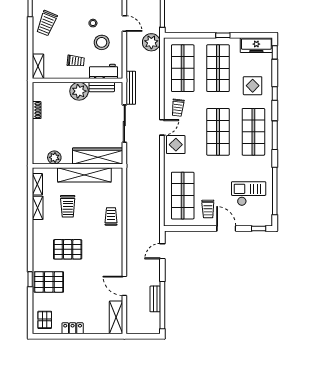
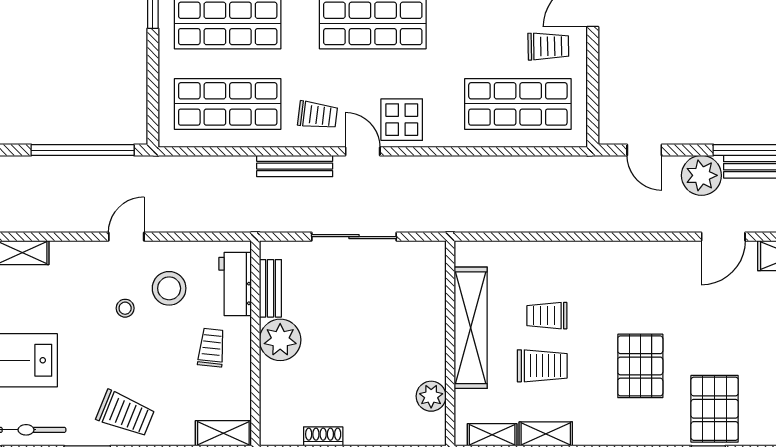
plant: (151, 42) -> (701, 175), moved
bench: (131, 88) -> (295, 166), moved
wardrobe: (98, 156) -> (428, 298), removed
trolley: (111, 216) -> (547, 316), moved

